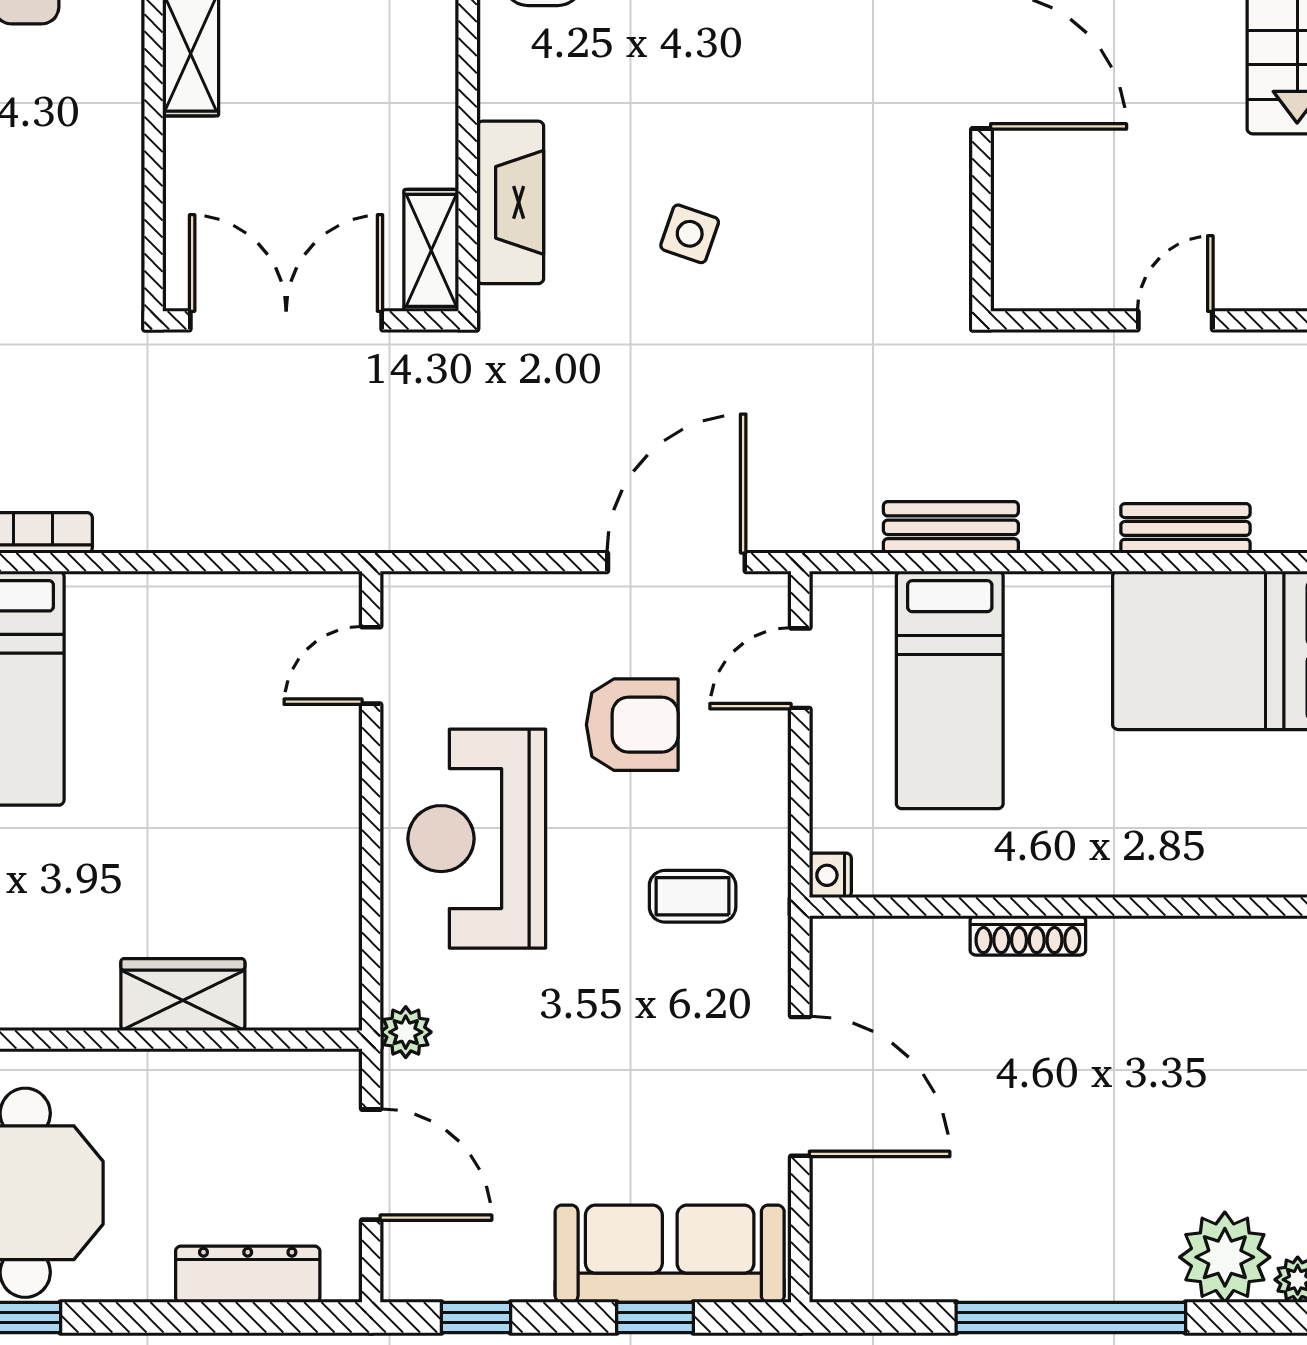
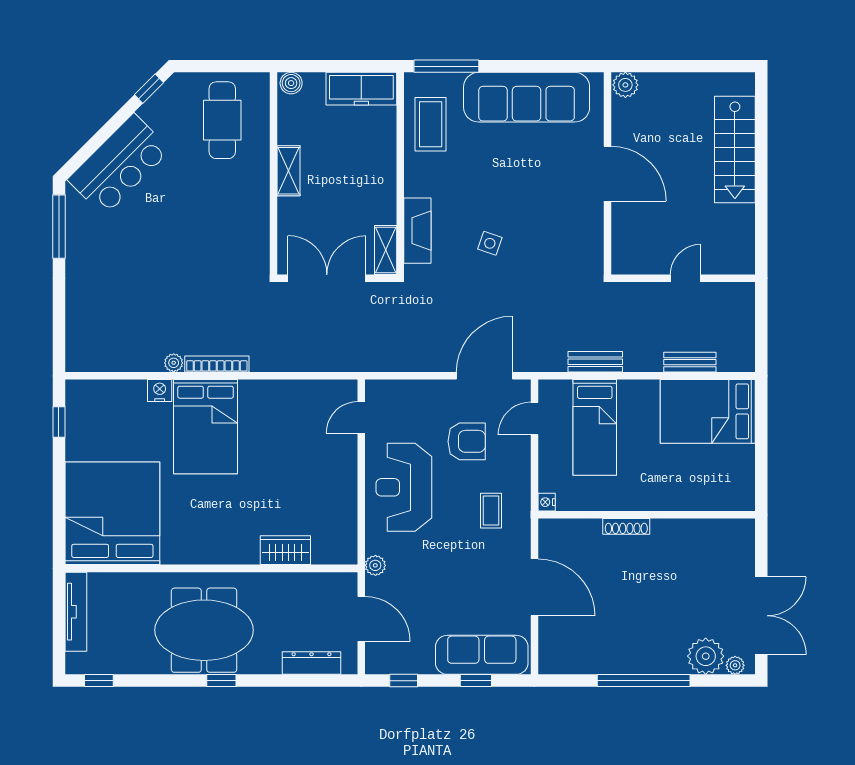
coffee table: (693, 896) -> (491, 511), turned 90

